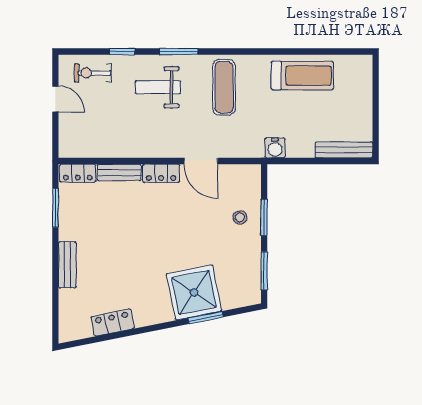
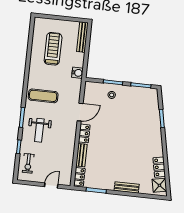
treadmill: (302, 76) -> (53, 49), moved
door: (55, 99) -> (51, 185), moved
shower: (194, 293) -> (159, 185), moved, width x0.54, depth x0.54

